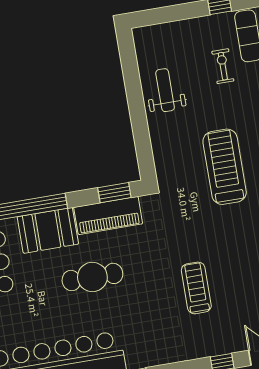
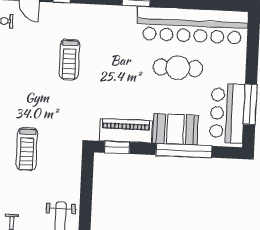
treadmill: (225, 167) -> (27, 149), width x0.73, depth x0.73
cafe table: (92, 277) -> (178, 68), moved

